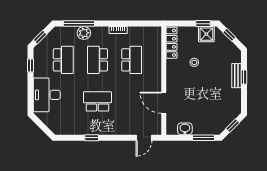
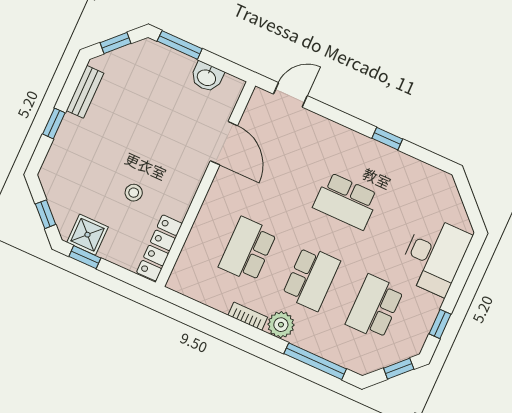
plant: (84, 33) -> (281, 325), moved
bench: (236, 76) -> (85, 92), moved

